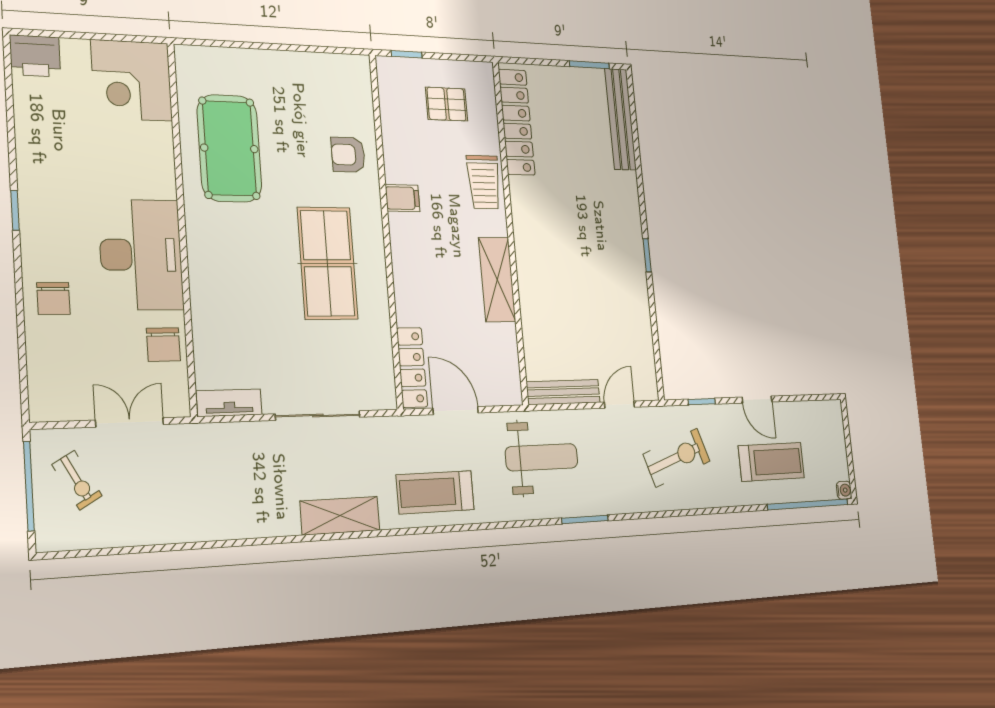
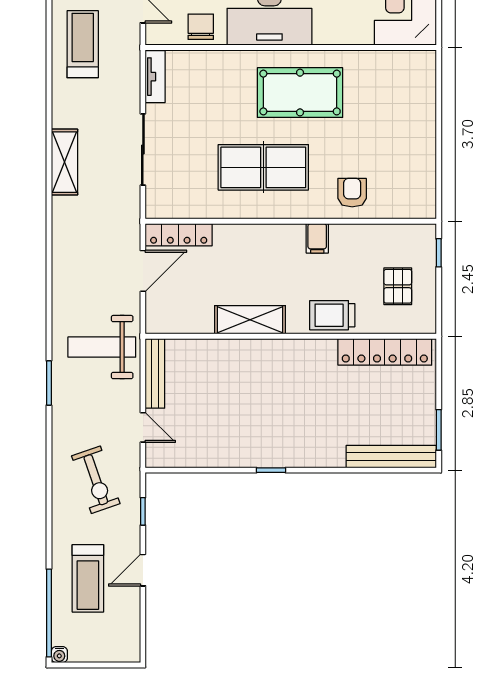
pool table: (229, 148) -> (300, 93), moved
chair: (163, 345) -> (201, 27), turned 90
weight bench: (542, 457) -> (102, 347), turned 90
treadmill: (435, 492) -> (83, 44), moved

